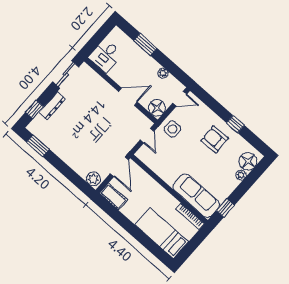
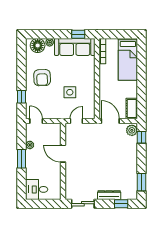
window: (145, 44) -> (22, 159), moved
desk: (106, 56) -> (37, 189), moved, turned 180
floor lamp: (157, 108) -> (54, 130), removed
window: (235, 124) -> (22, 97), moved
side table: (172, 129) -> (70, 92), moved
door: (119, 167) -> (110, 121), hinge flipped
window: (79, 182) -> (142, 137), added
sofa: (196, 196) -> (75, 47), moved, turned -90

